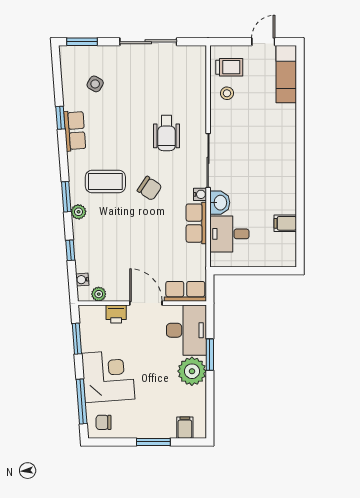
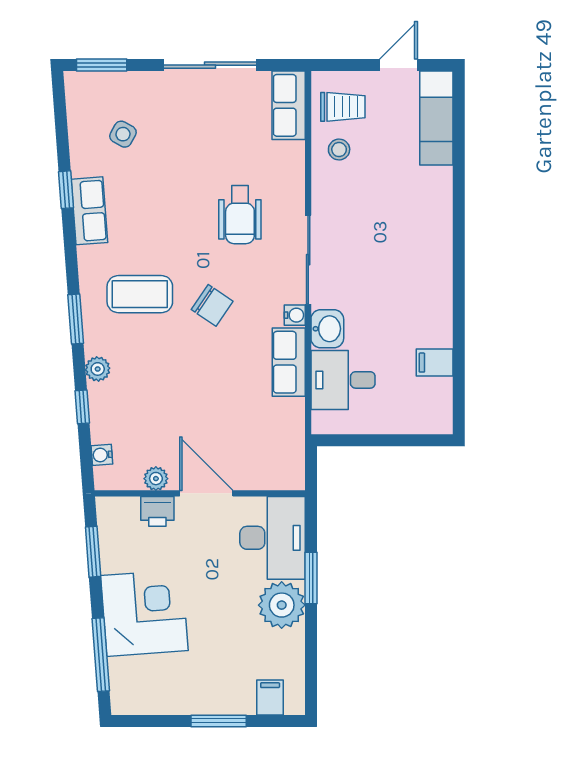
plant: (79, 212) -> (98, 369), moved
row of seats: (185, 291) -> (289, 105), moved, turned -90
plant: (99, 294) -> (156, 479), moved
chair: (104, 422) -> (137, 689), removed

